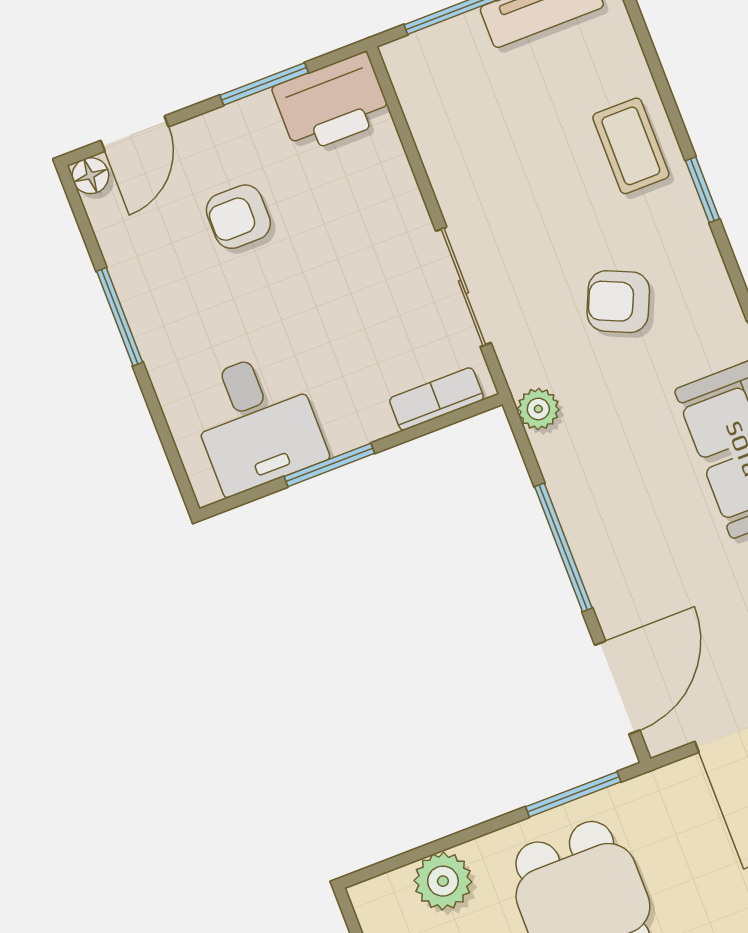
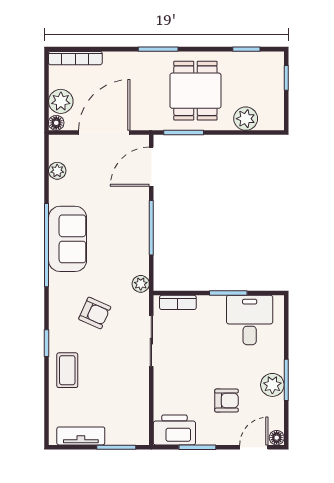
plant: (147, 293) -> (272, 385), added

